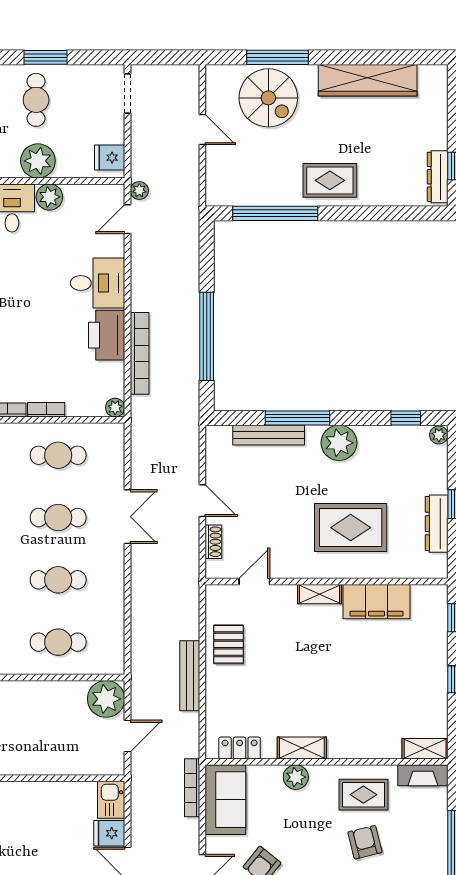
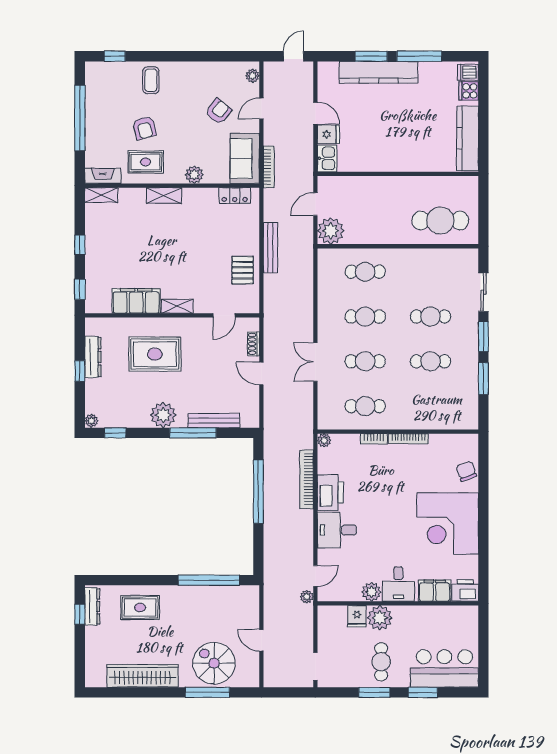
fridge: (110, 158) -> (357, 616), moved, turned 90
rug: (330, 180) -> (140, 608), moved
shelving: (302, 748) -> (164, 196), moved

